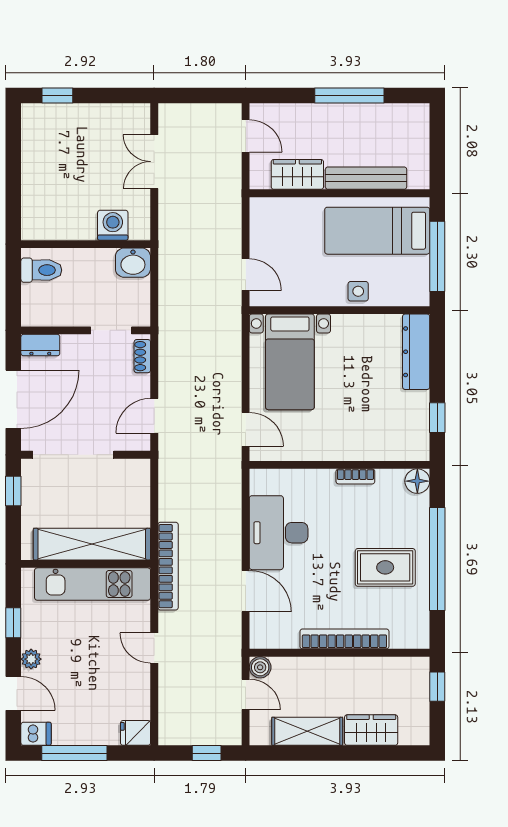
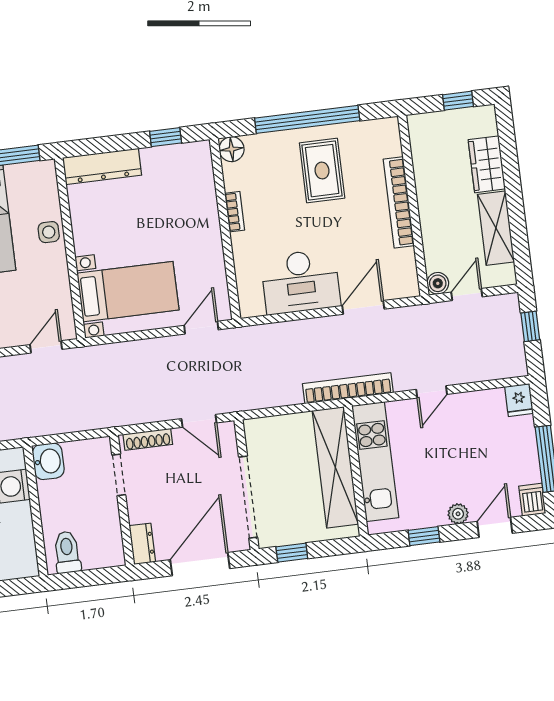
shoe rack: (142, 356) -> (148, 439), width x1.43
door: (13, 399) -> (200, 564), hinge flipped
window: (437, 687) -> (458, 101), moved

